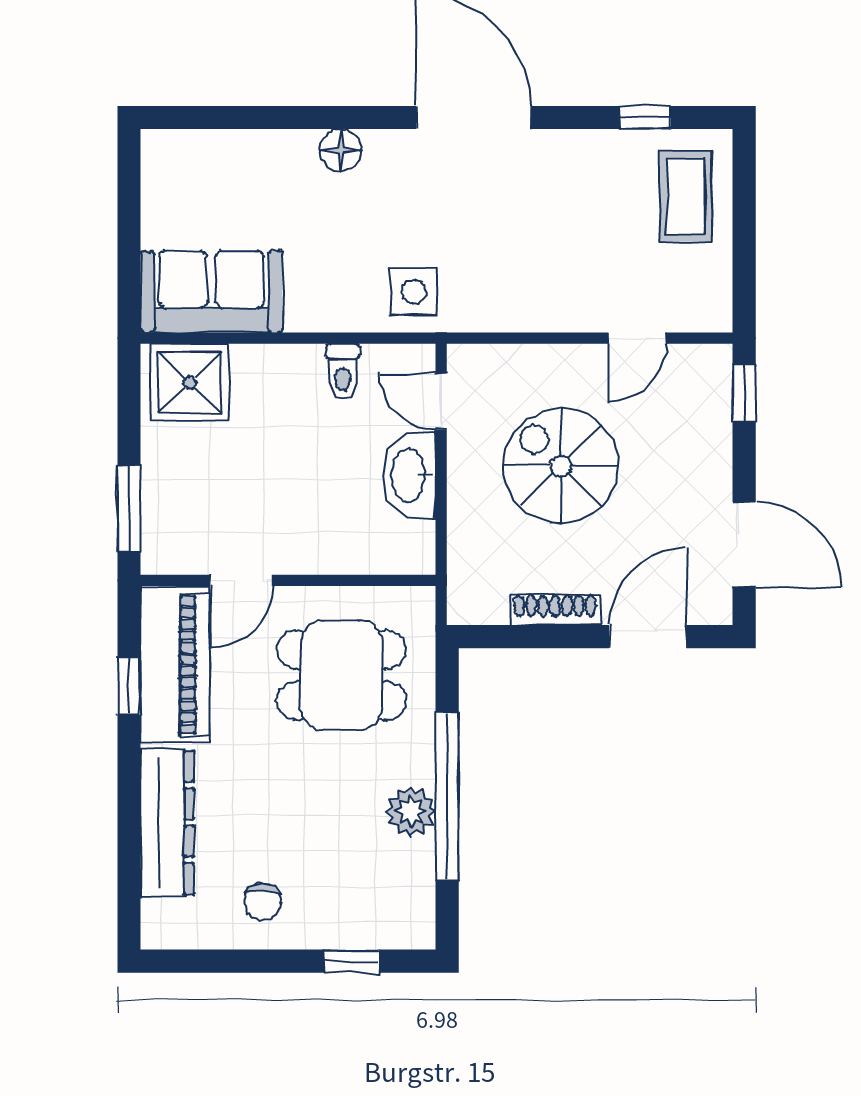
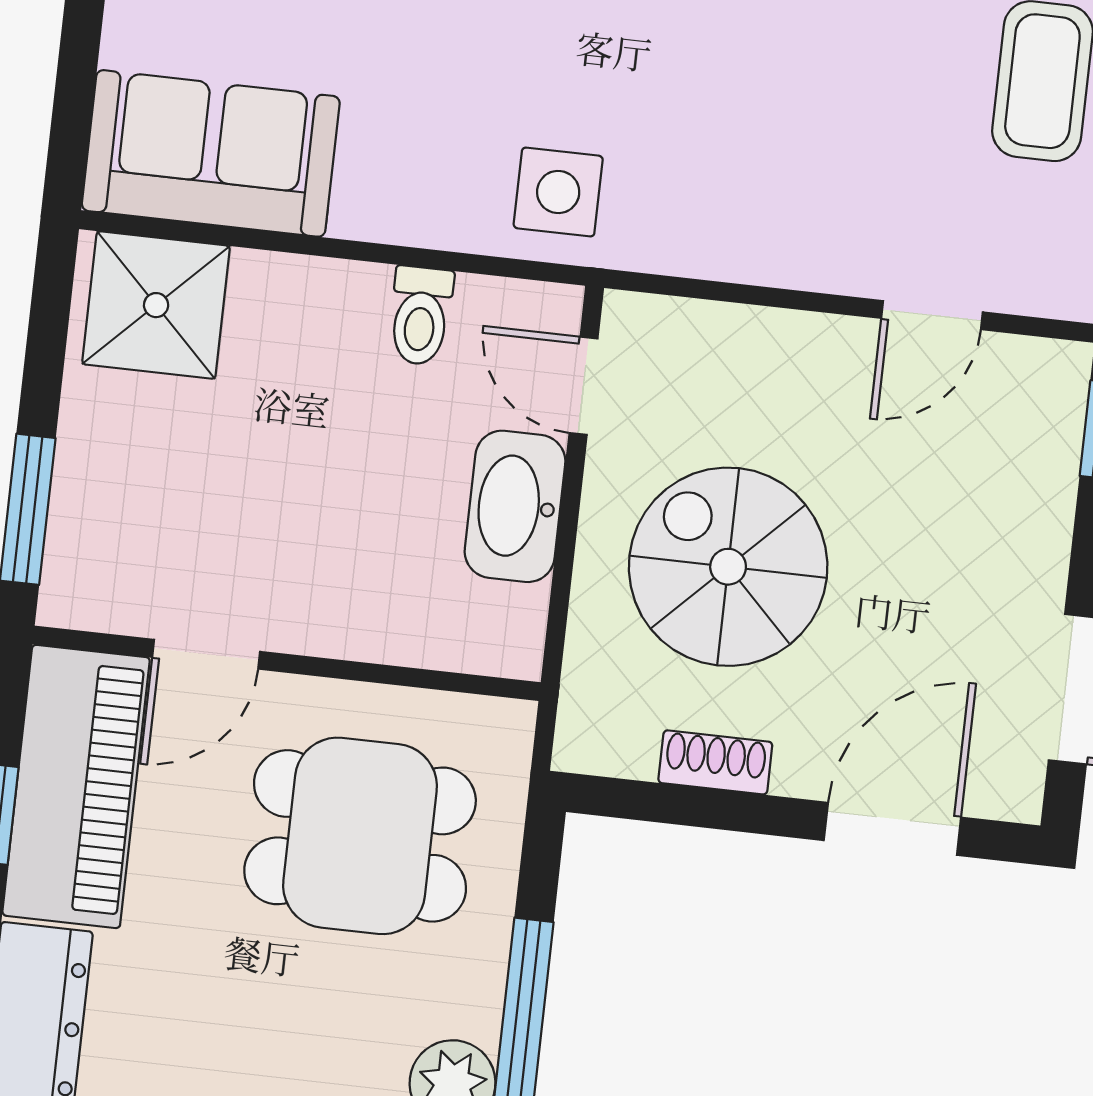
spiral stairs: (561, 466) -> (728, 567), moved
shoe rack: (555, 610) -> (715, 762), width x0.70

